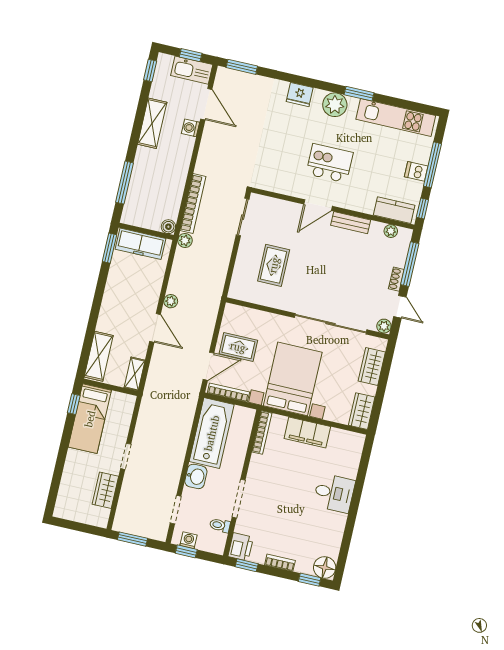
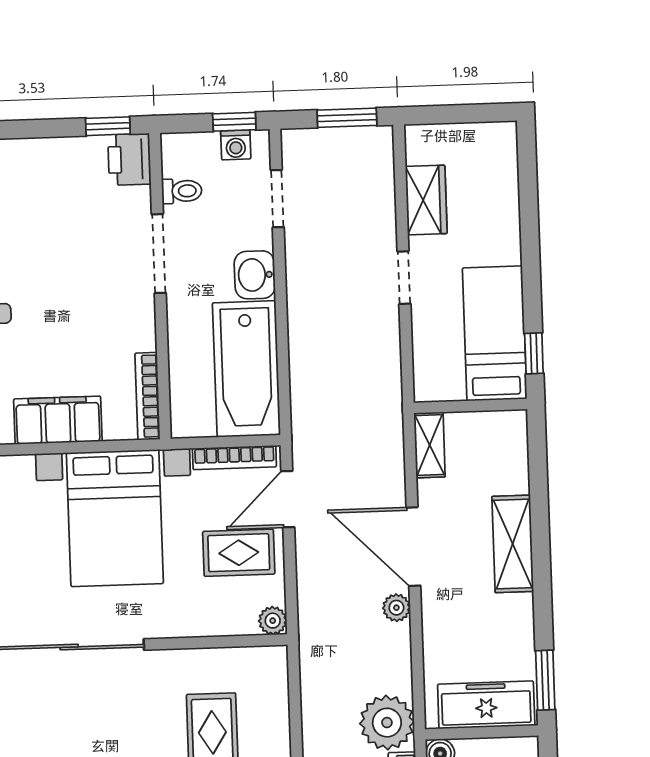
plant: (185, 240) -> (387, 723), width x1.88, depth x1.88
plant: (231, 311) -> (273, 621), added
door: (155, 328) -> (413, 547), width x1.36
shelving: (99, 356) -> (513, 544), moved
bookcase: (280, 563) -> (43, 149), removed

